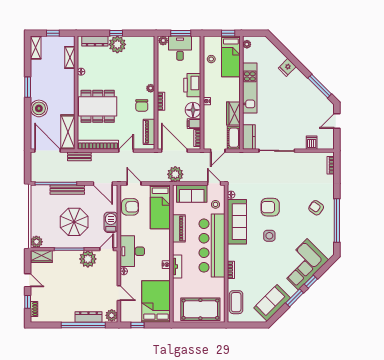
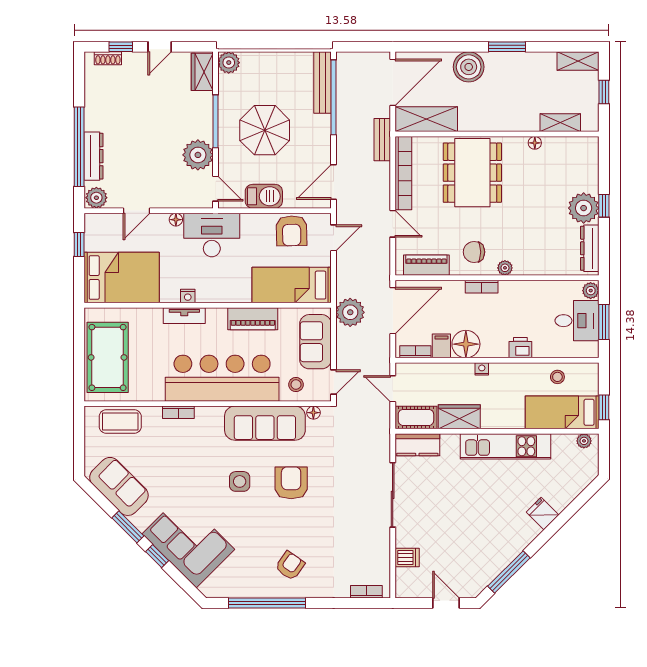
dresser: (95, 41) -> (590, 248), moved
printer: (192, 85) -> (520, 348), width x0.53, depth x0.68
bench: (67, 190) -> (323, 83), moved

